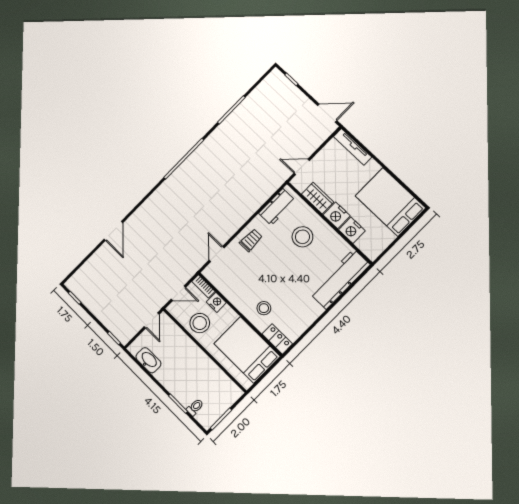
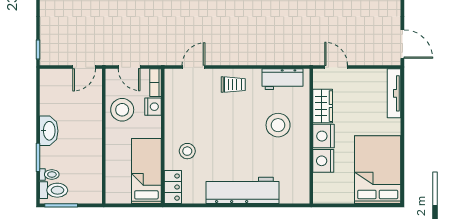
workbench: (340, 279) -> (243, 190), moved
bed: (247, 350) -> (146, 171), width x0.67
washbasin: (148, 360) -> (49, 131), moved
toilet: (207, 414) -> (54, 190), added

